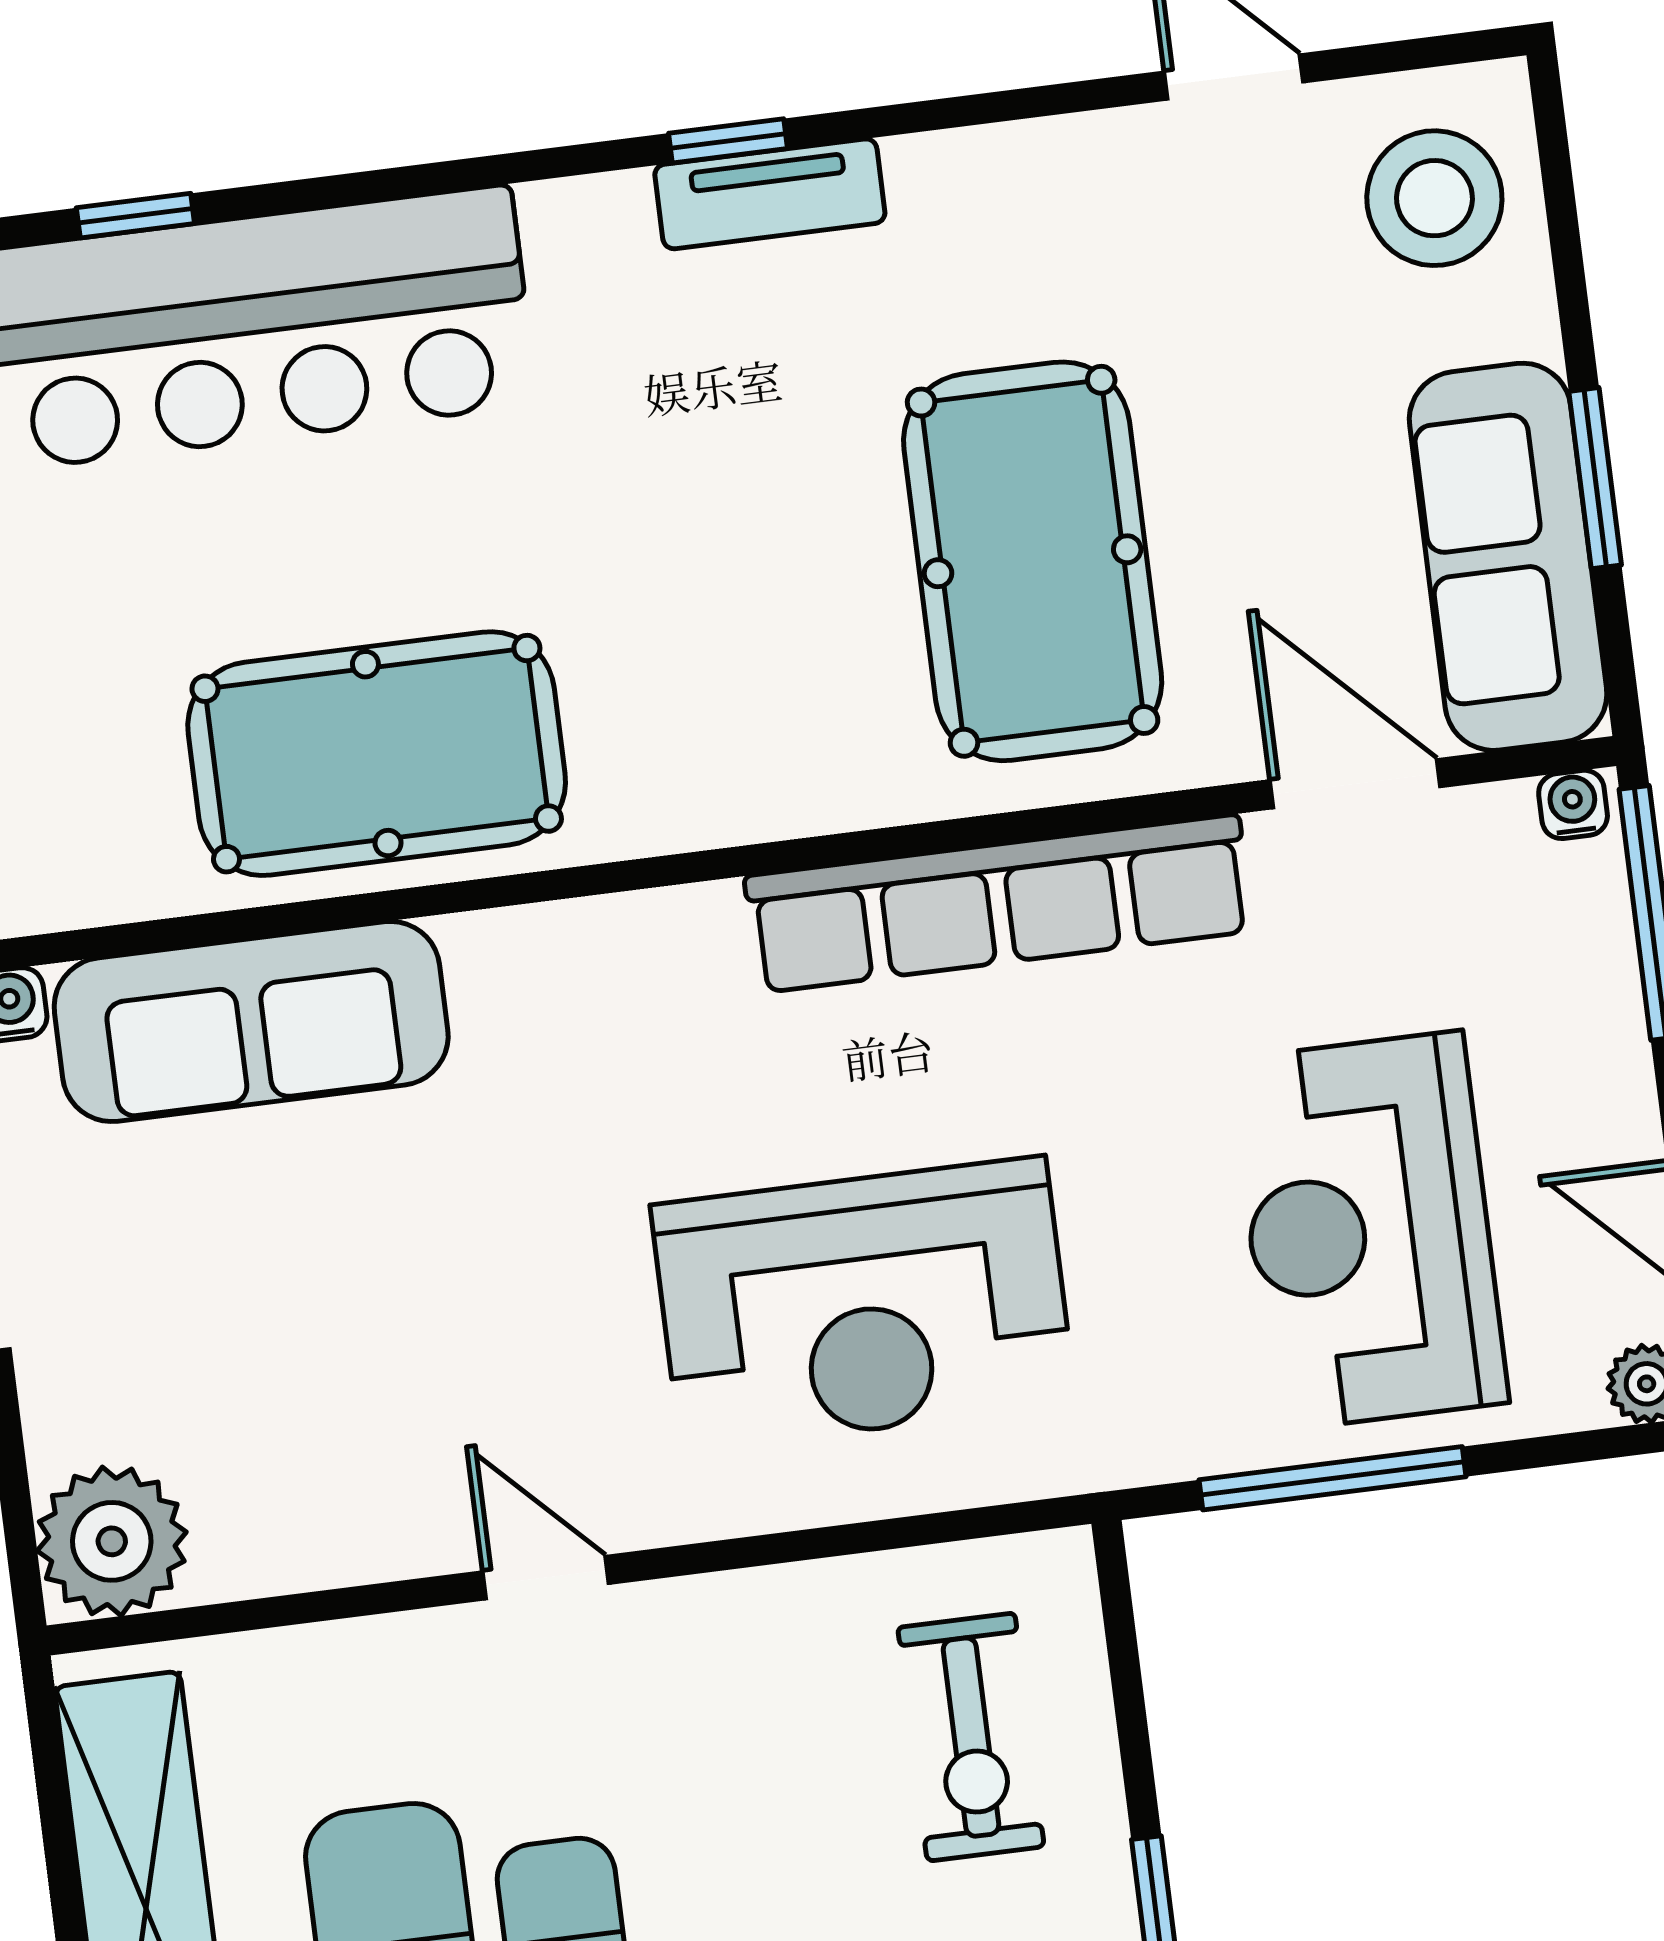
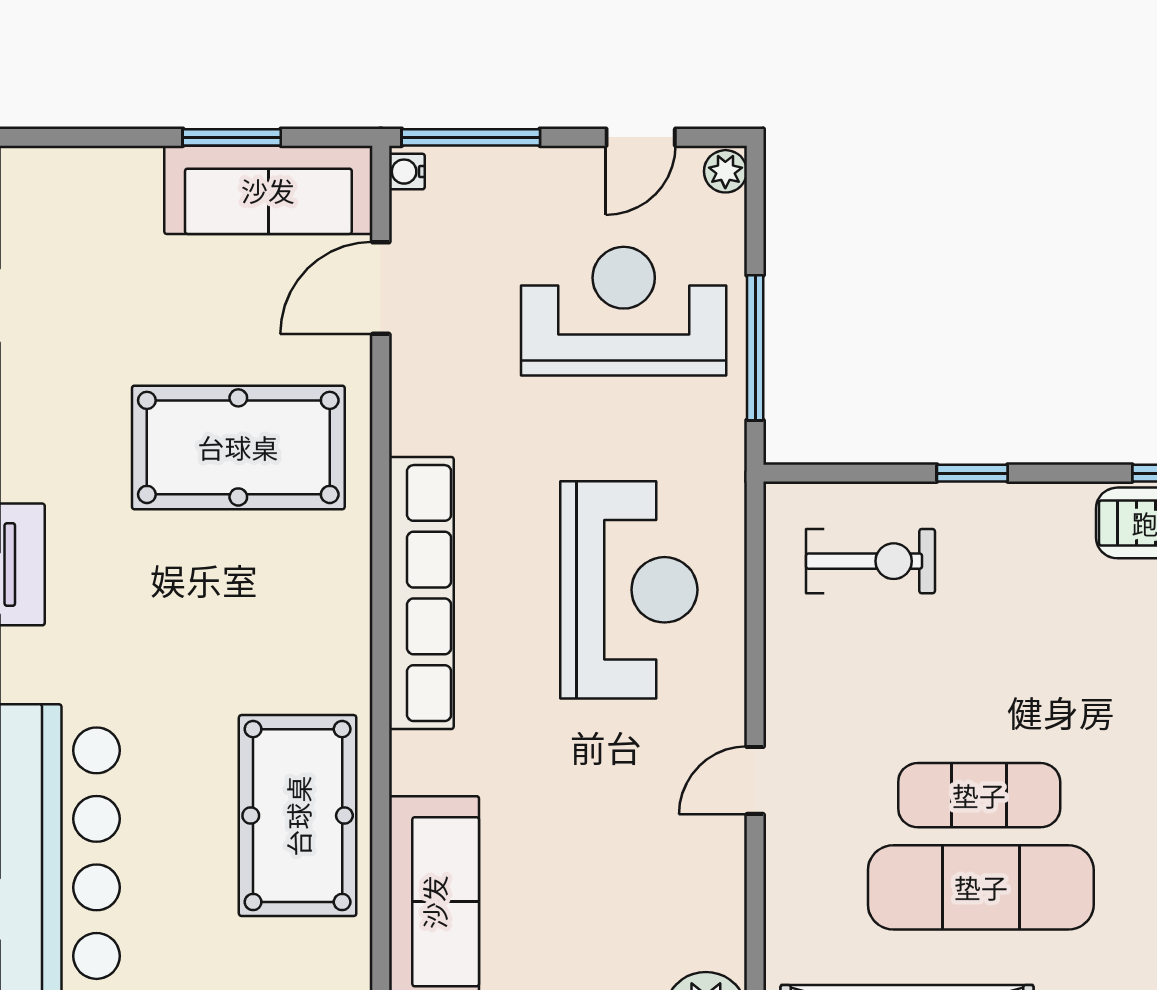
stool: (1434, 198) -> (69, 205), removed
row of seats: (999, 904) -> (421, 593), moved
reception desk: (1369, 1231) -> (624, 311), turned 180

